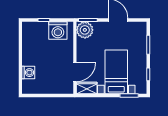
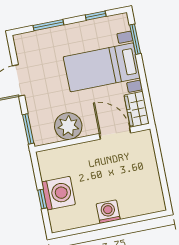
washing machine: (58, 30) -> (58, 193), moved
plant: (85, 30) -> (68, 126), moved
washing machine: (28, 73) -> (108, 212), moved

